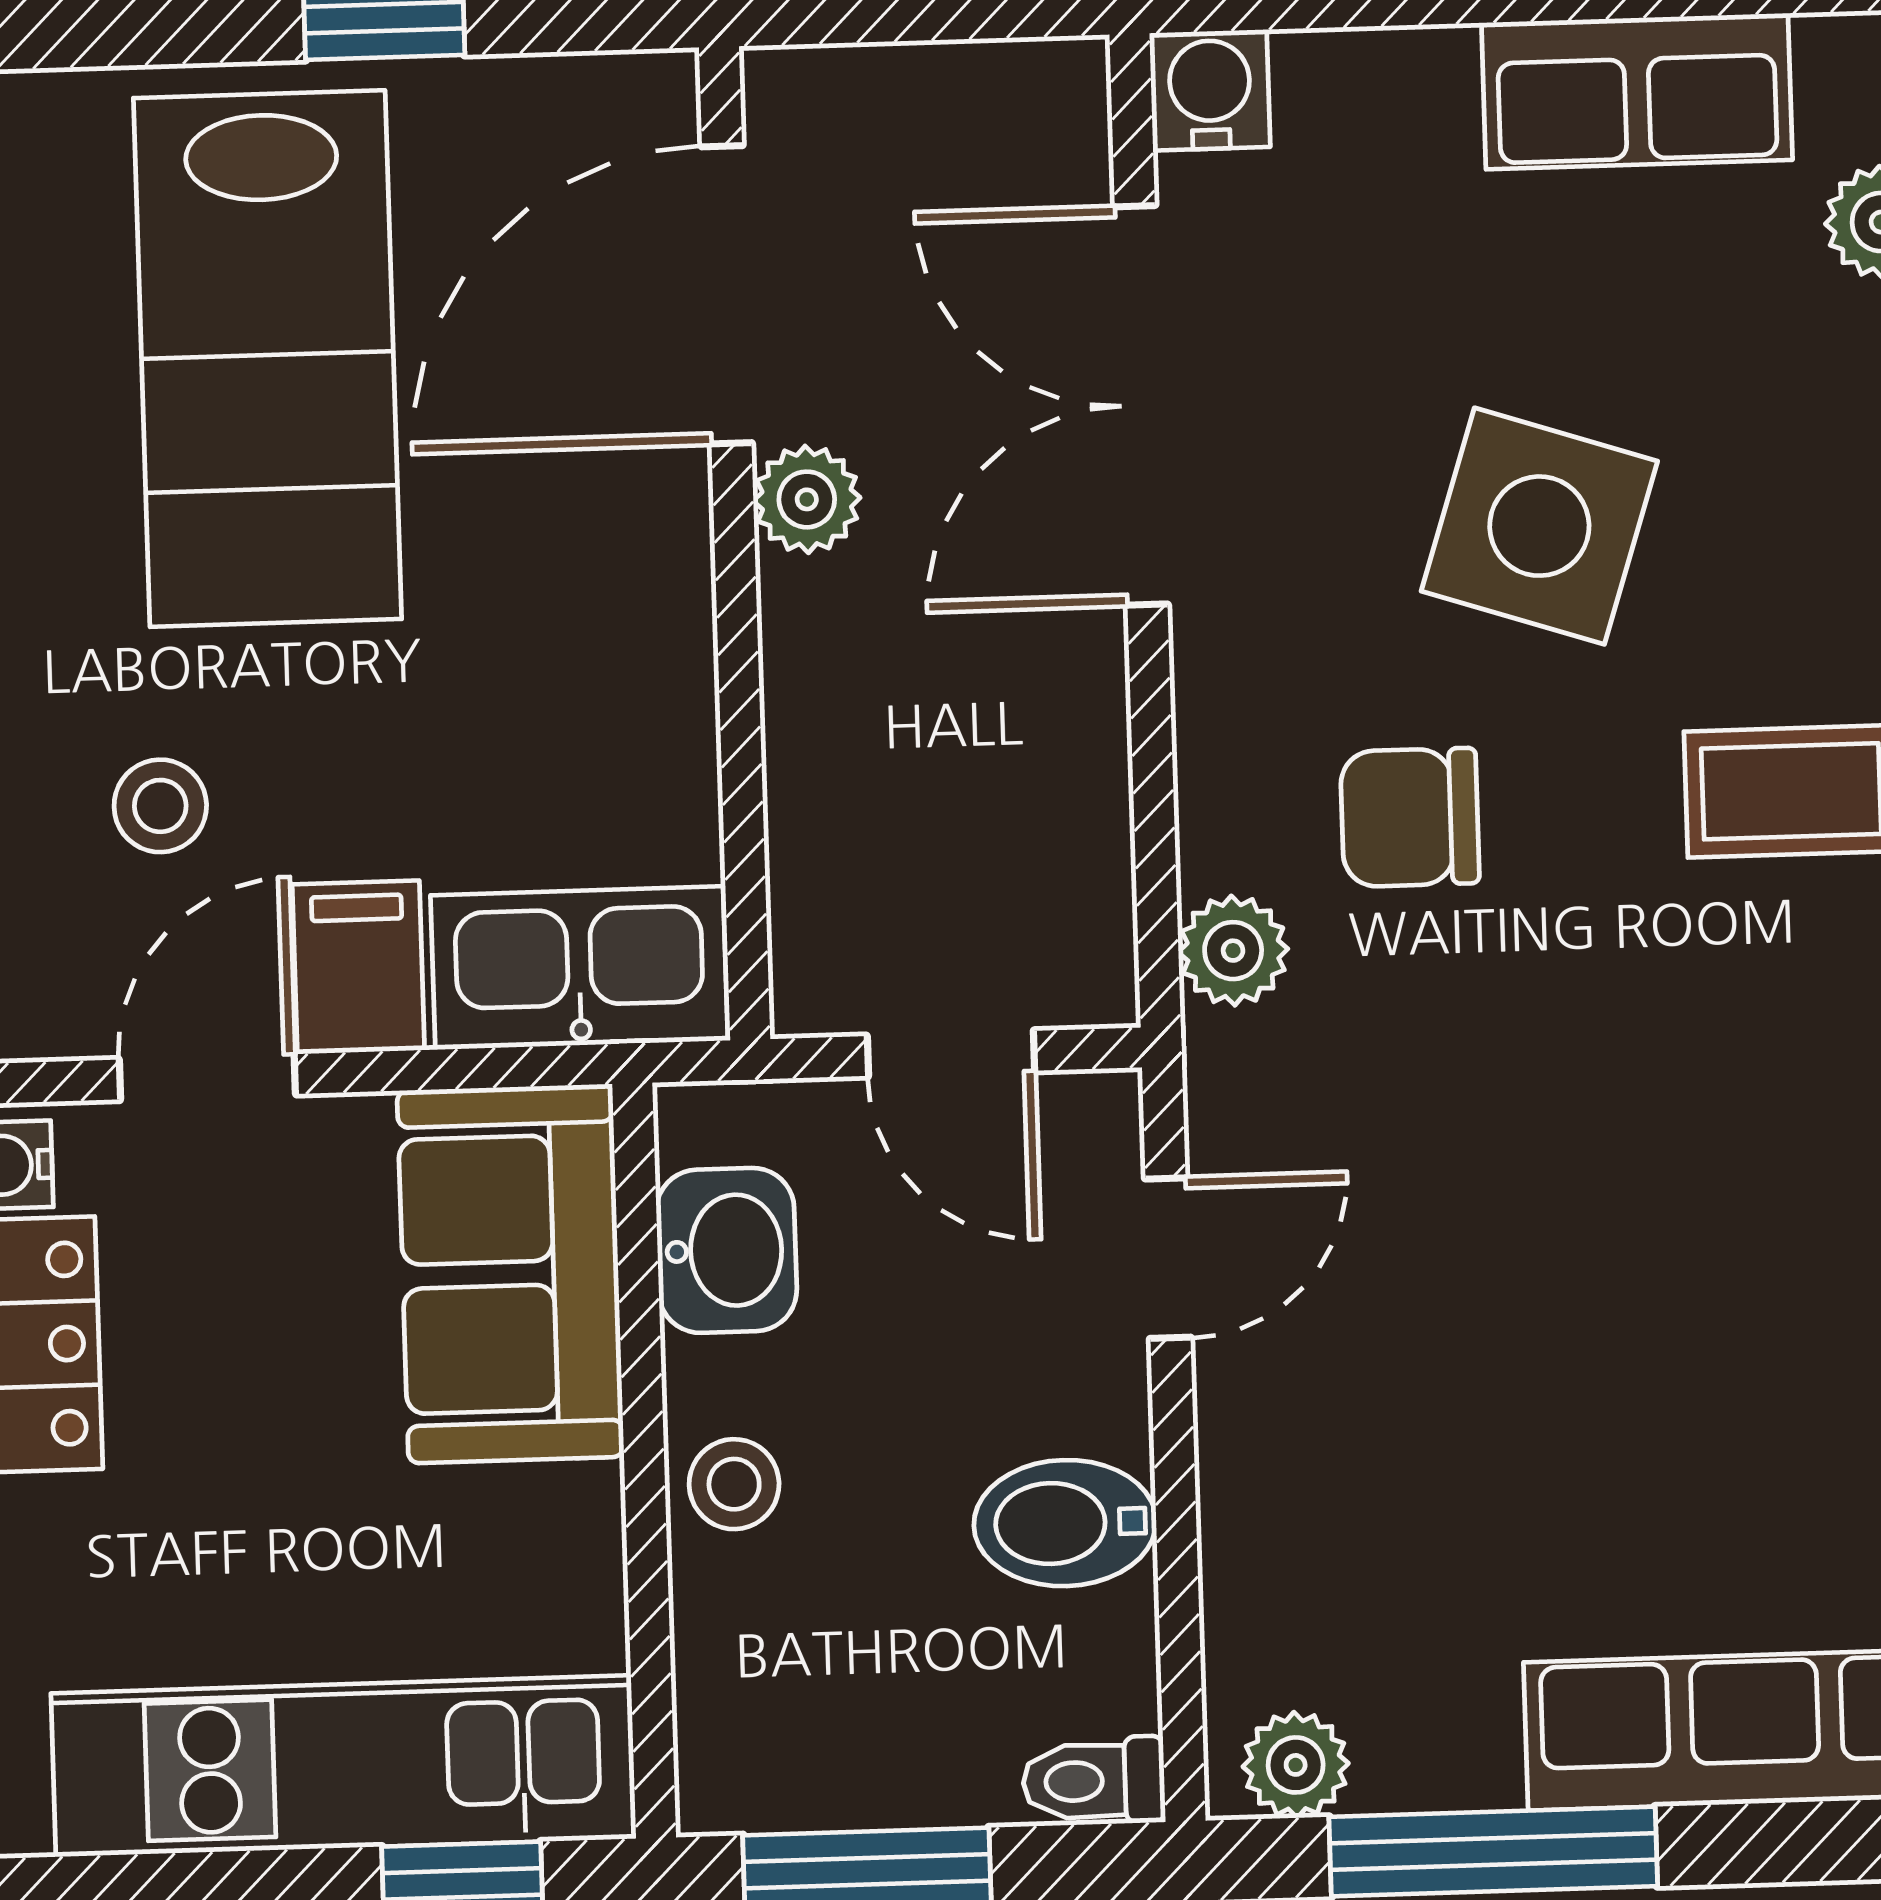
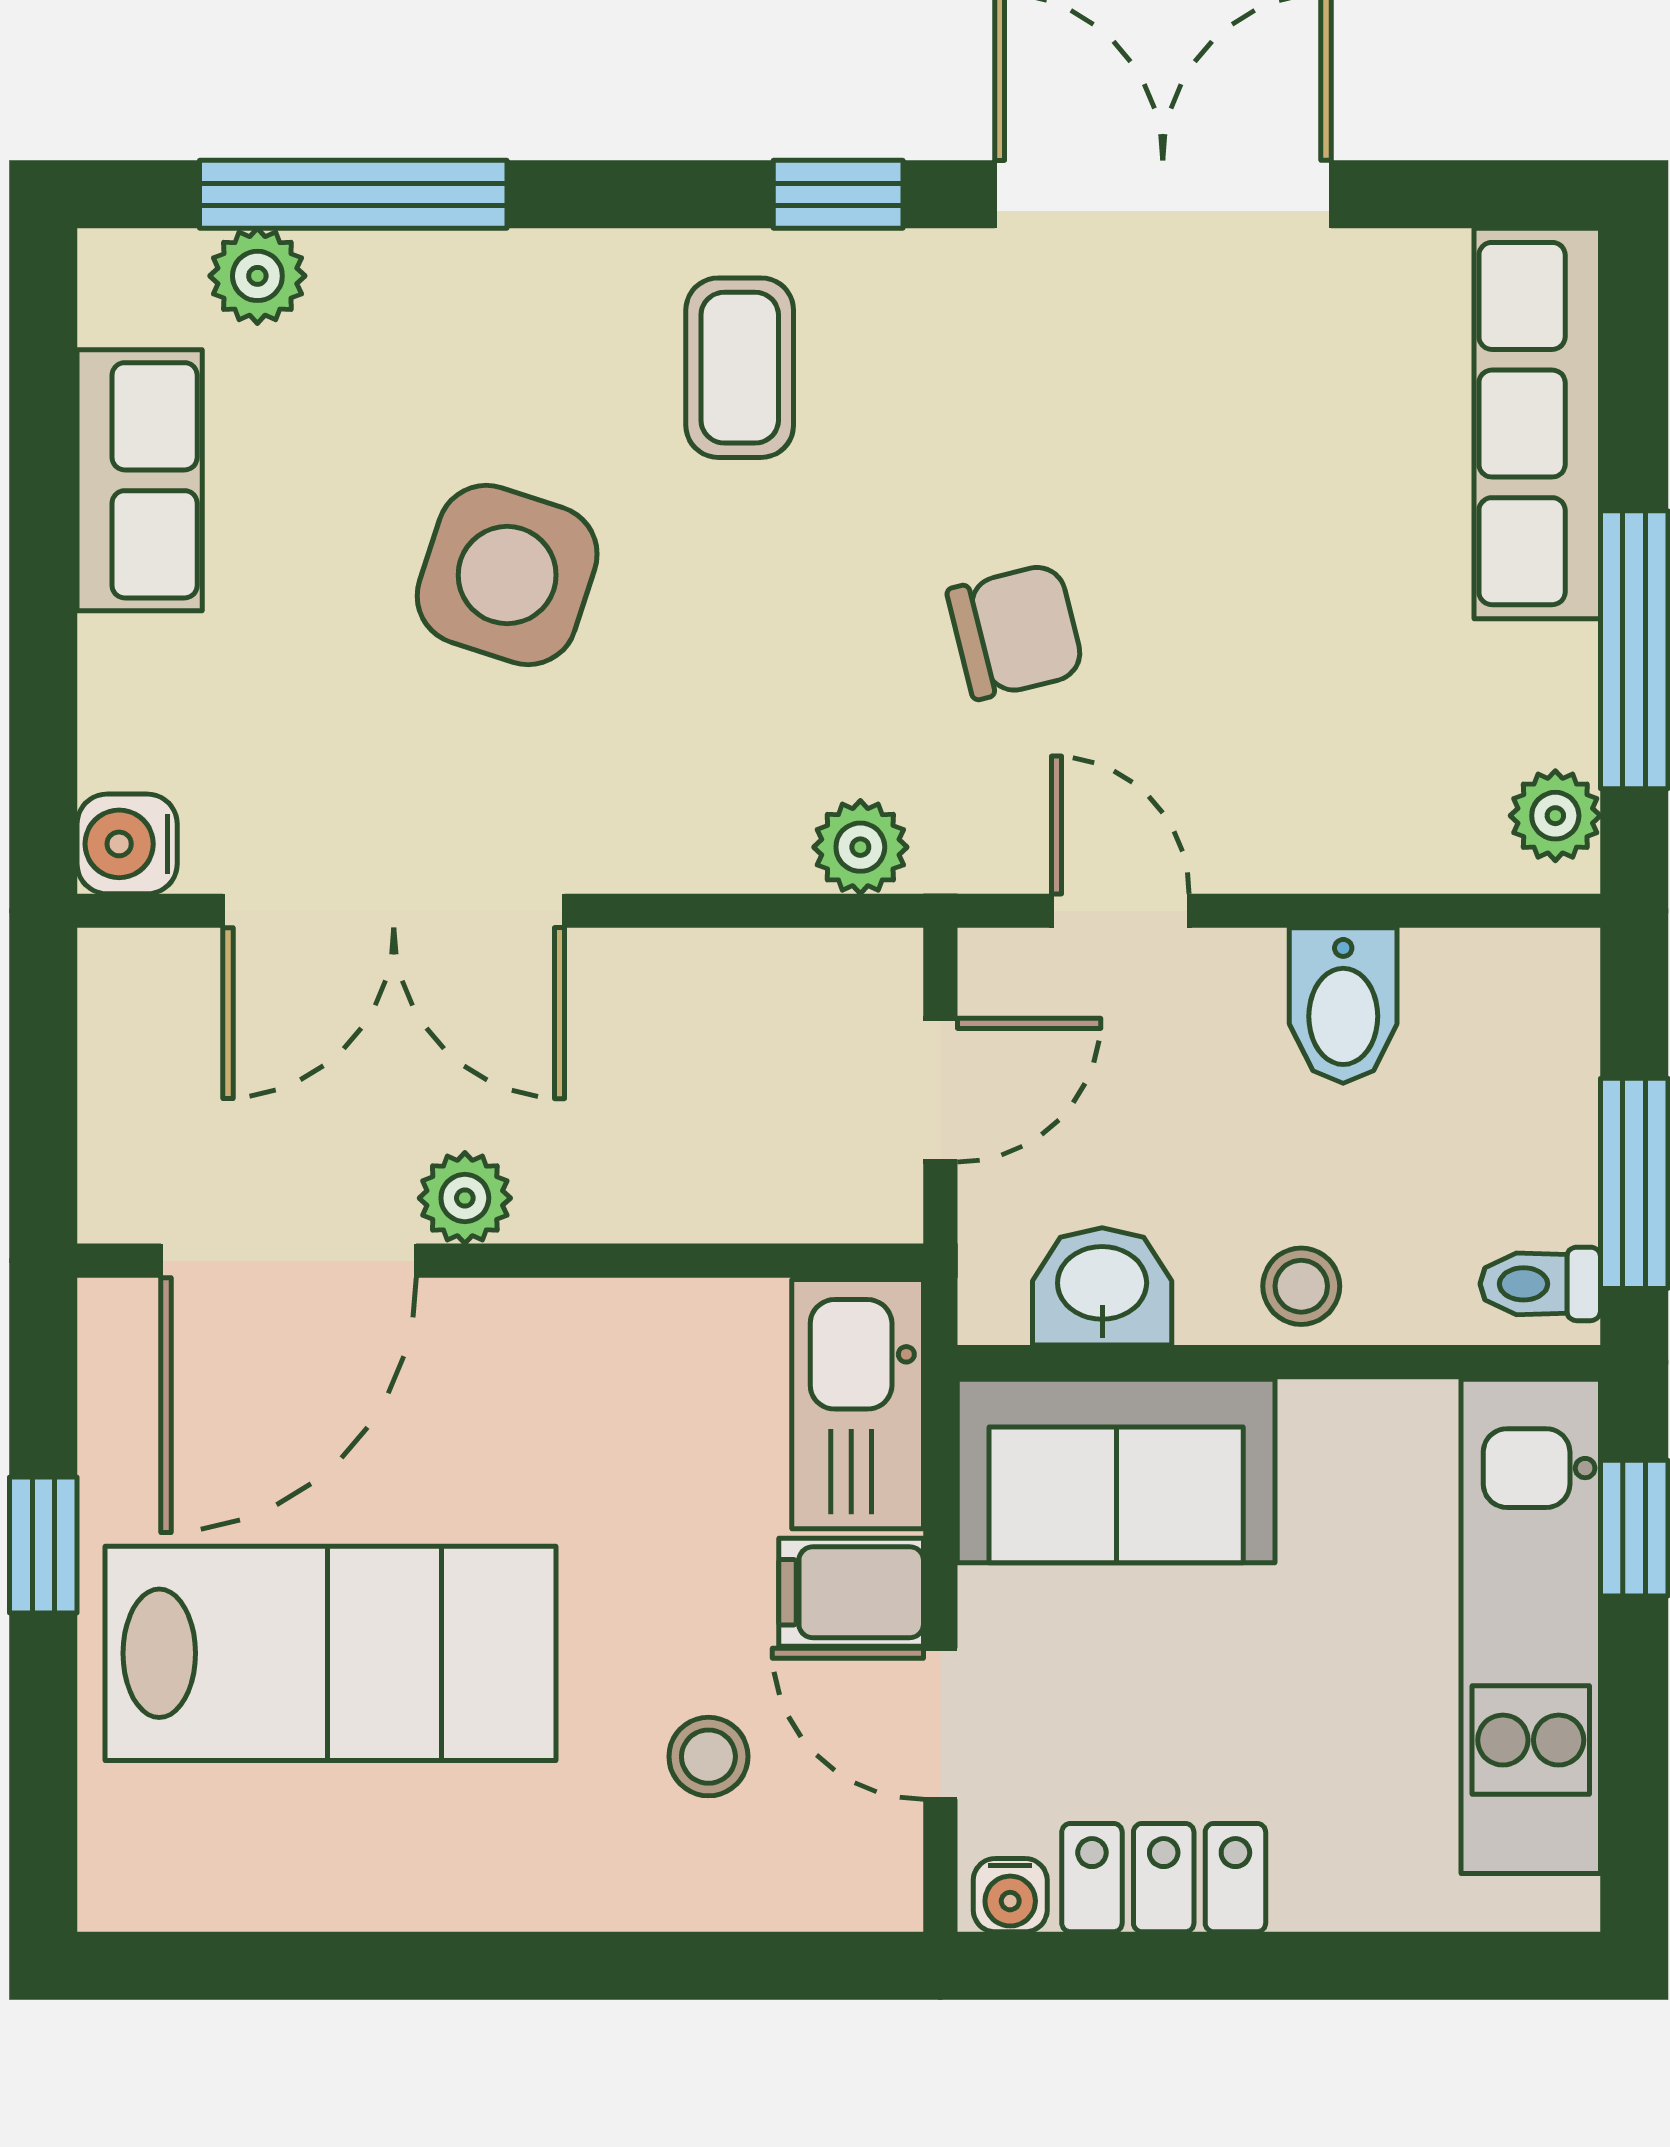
door: (727, 295) -> (288, 1261), hinge flipped
chair: (1410, 817) -> (1016, 631), moved, turned -104
toilet: (1094, 1781) -> (1540, 1284), moved, turned 90

